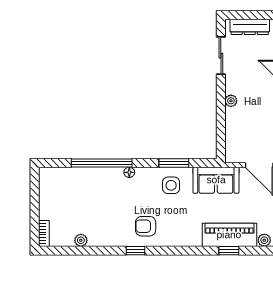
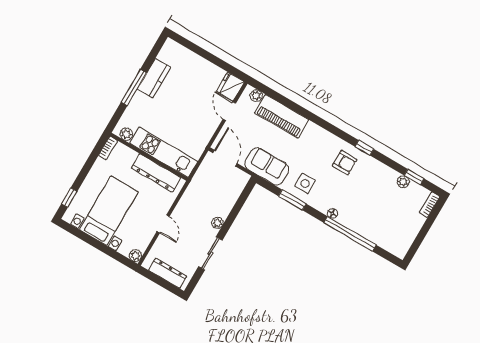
sliding door: (221, 56) -> (210, 253), moved
window: (229, 251) -> (414, 177), moved

